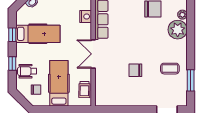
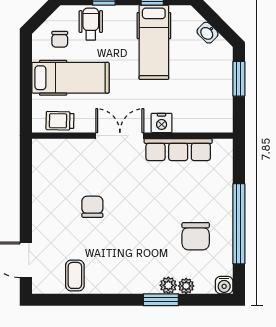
nightstand: (86, 17) -> (162, 123), moved
plant: (178, 30) -> (168, 285), width x0.53, depth x0.53
coffee table: (170, 69) -> (75, 275), moved
window: (191, 80) -> (161, 300), moved

